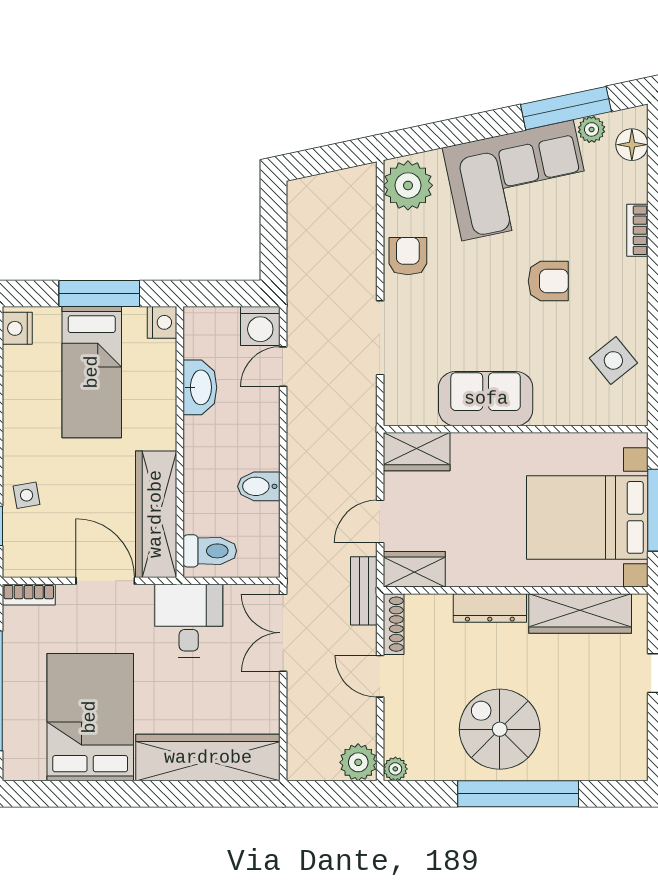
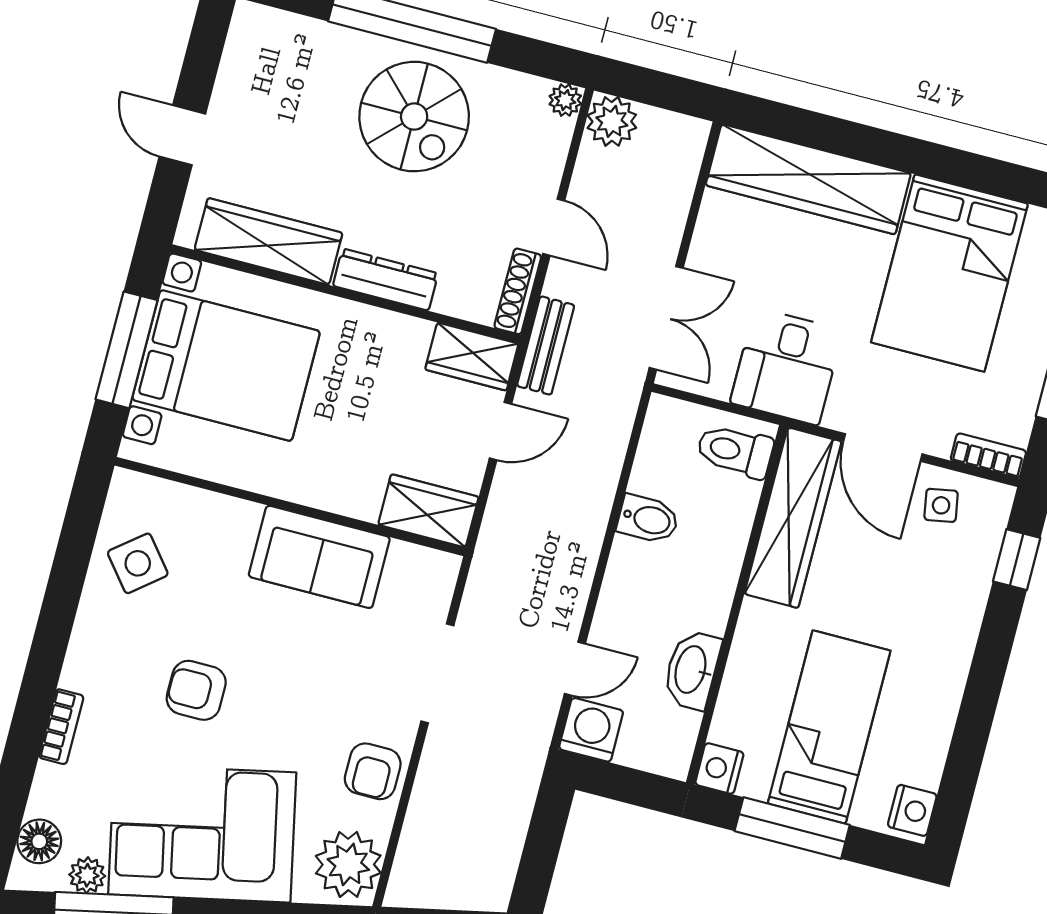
side table: (27, 495) -> (941, 505), moved

